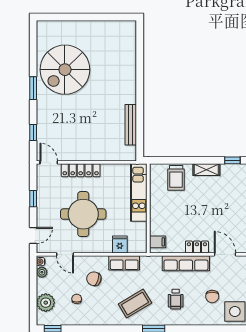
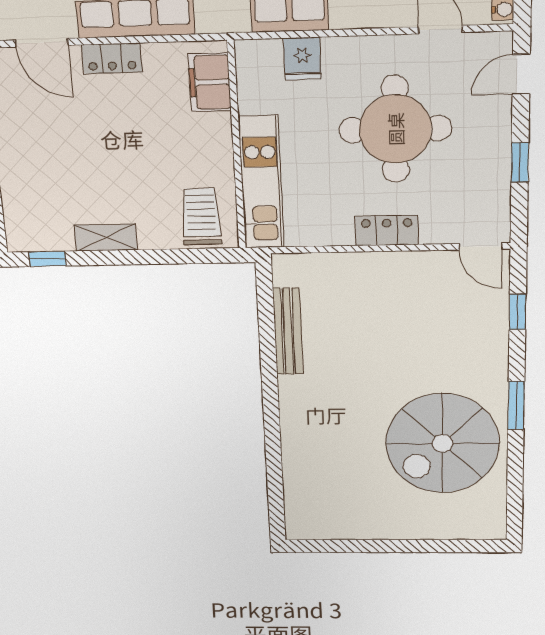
spiral stairs: (65, 70) -> (442, 443), turned 180
locker: (81, 170) -> (387, 231), width x0.66
trolley: (176, 178) -> (201, 217), moved
filing cabinet: (158, 242) -> (210, 82), width x2.00

